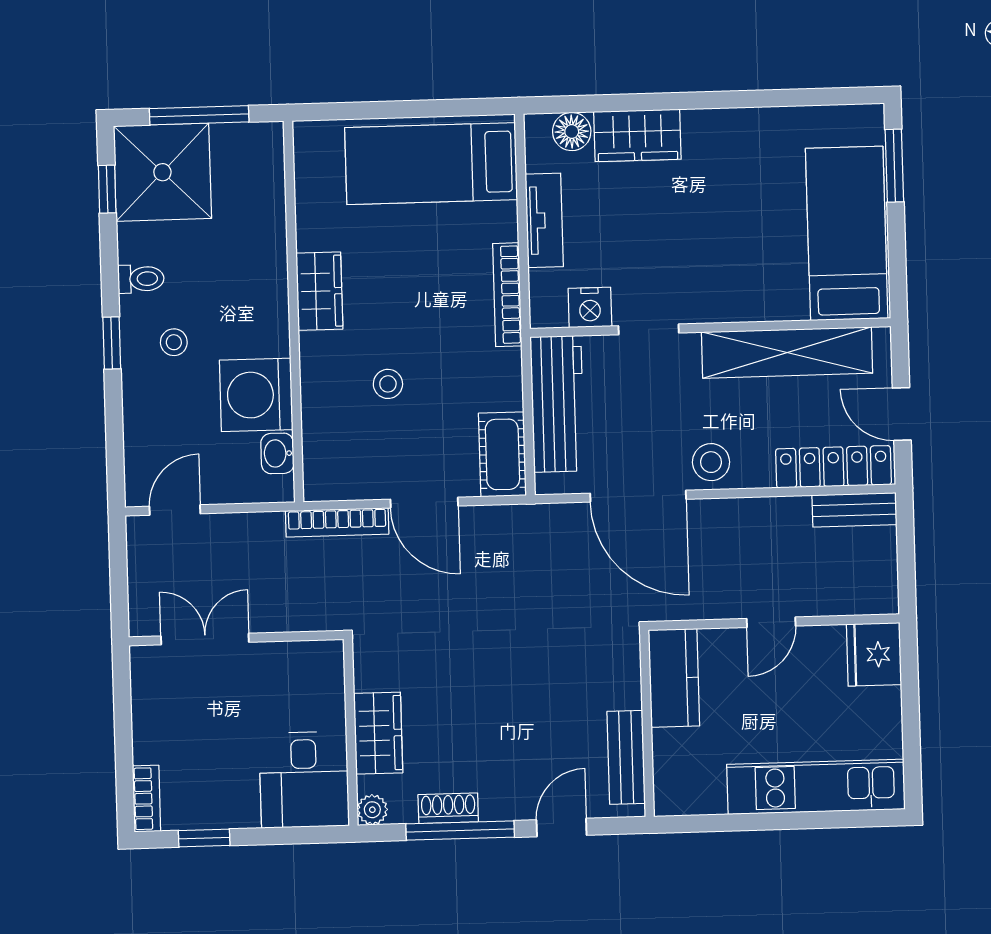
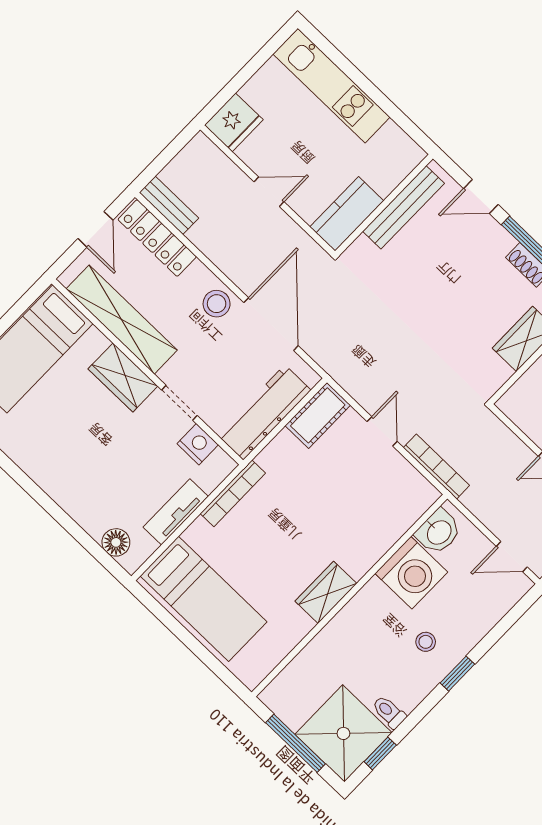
wardrobe: (637, 135) -> (123, 377), moved, turned 180
toilet: (141, 279) -> (389, 712), moved
stool: (388, 384) -> (339, 510), removed
washbasin: (277, 453) -> (438, 532), width x1.38, depth x1.45
door: (424, 503) -> (382, 431), width x0.73
bench: (626, 757) -> (404, 207), width x1.36

